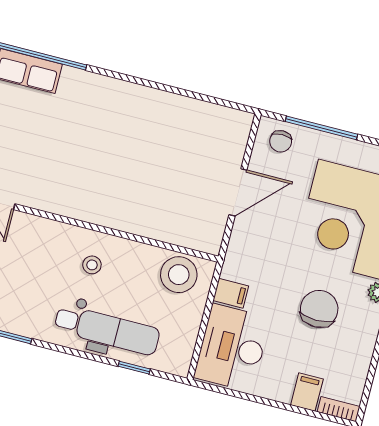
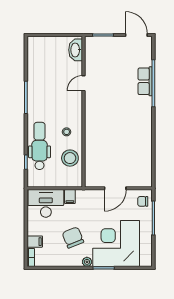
door: (238, 192) -> (115, 188), hinge flipped
stool: (179, 275) -> (70, 158), moved
chair: (319, 309) -> (73, 237), turned -112
dental chair: (107, 330) -> (39, 146), turned 180

